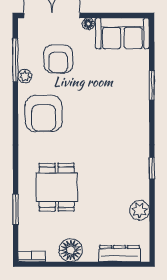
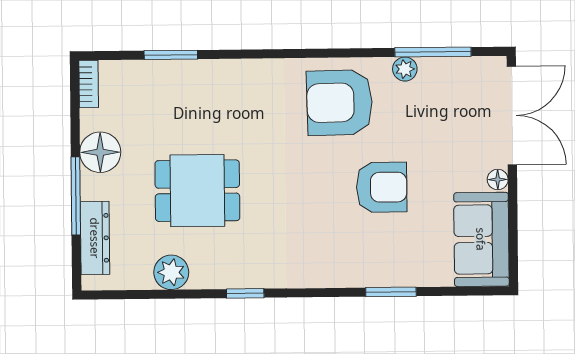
armchair: (58, 59) -> (382, 187), moved, turned 180
dining table: (57, 187) -> (197, 191), moved
window: (96, 264) -> (76, 196), added

